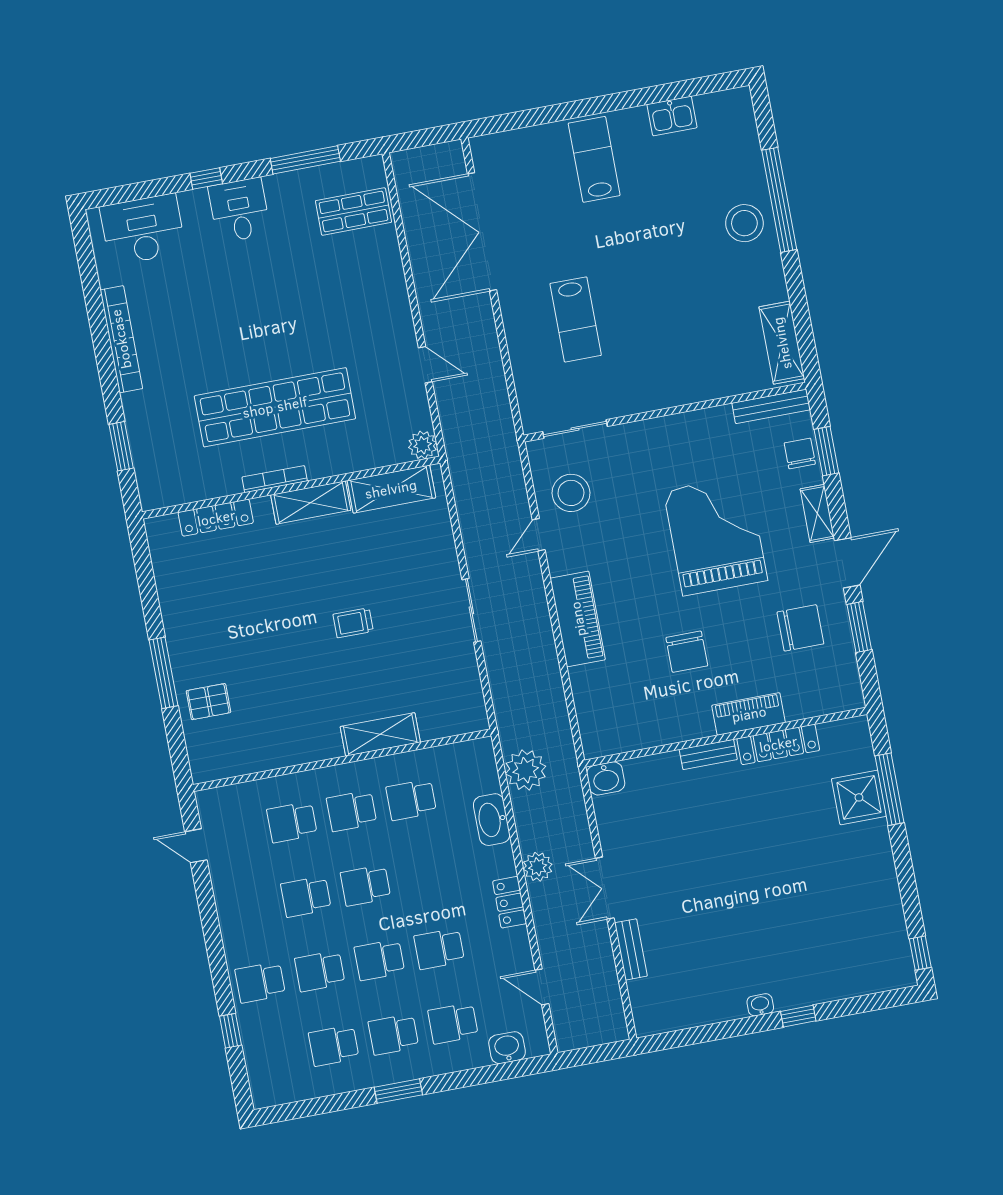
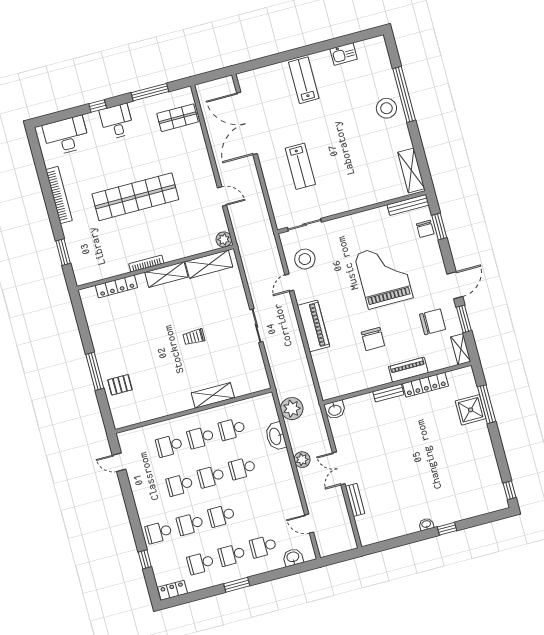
shop shelf: (275, 407) -> (135, 197), moved
chair: (800, 453) -> (425, 229), turned 180
shelving: (817, 513) -> (461, 349), moved
locker: (510, 902) -> (173, 590), moved, turned 90
school desk: (439, 949) -> (242, 468), moved

